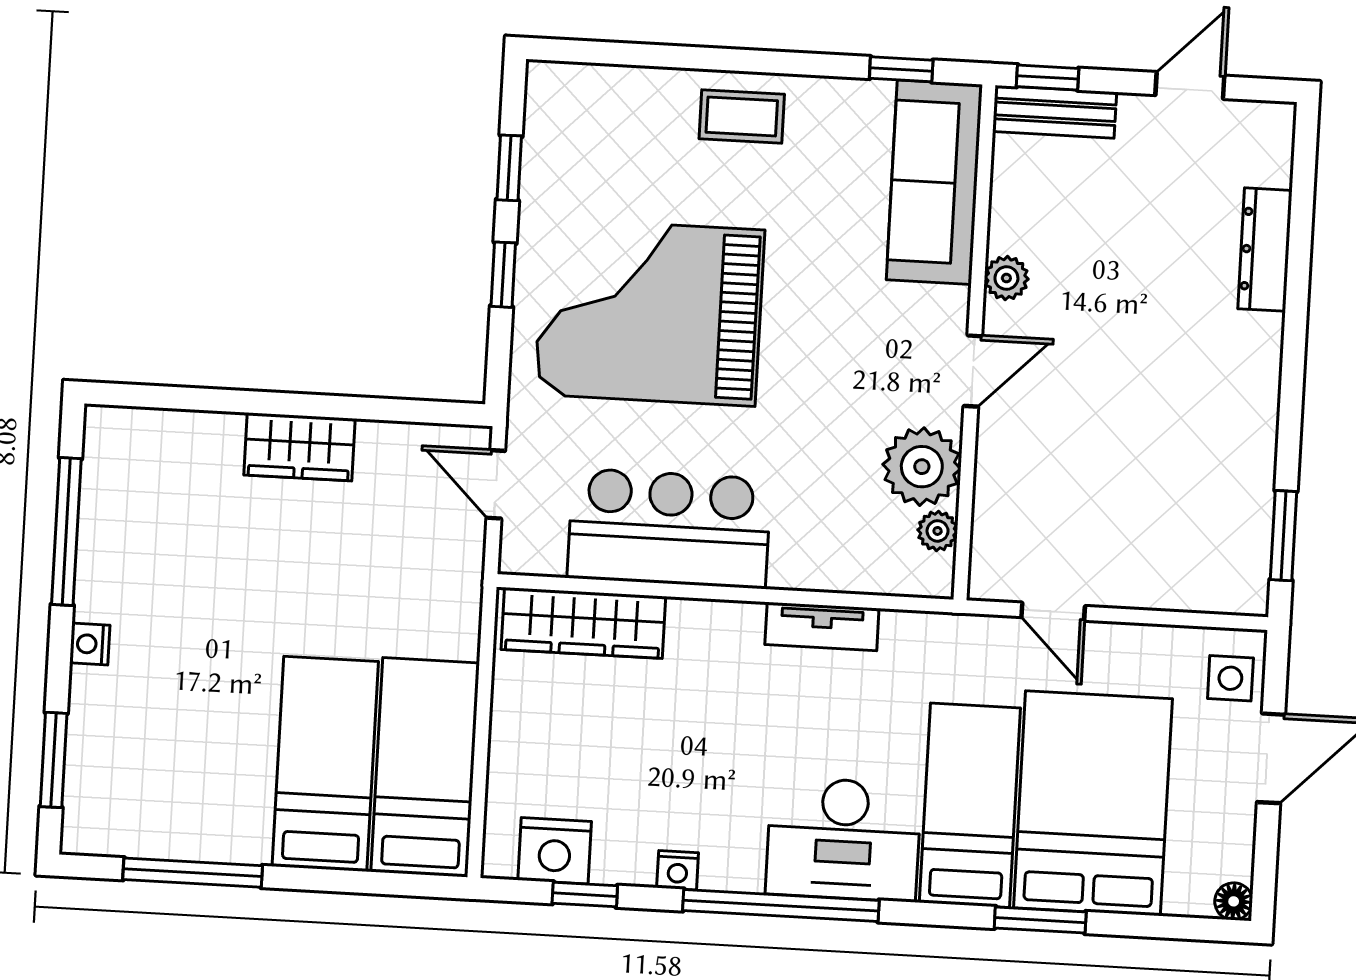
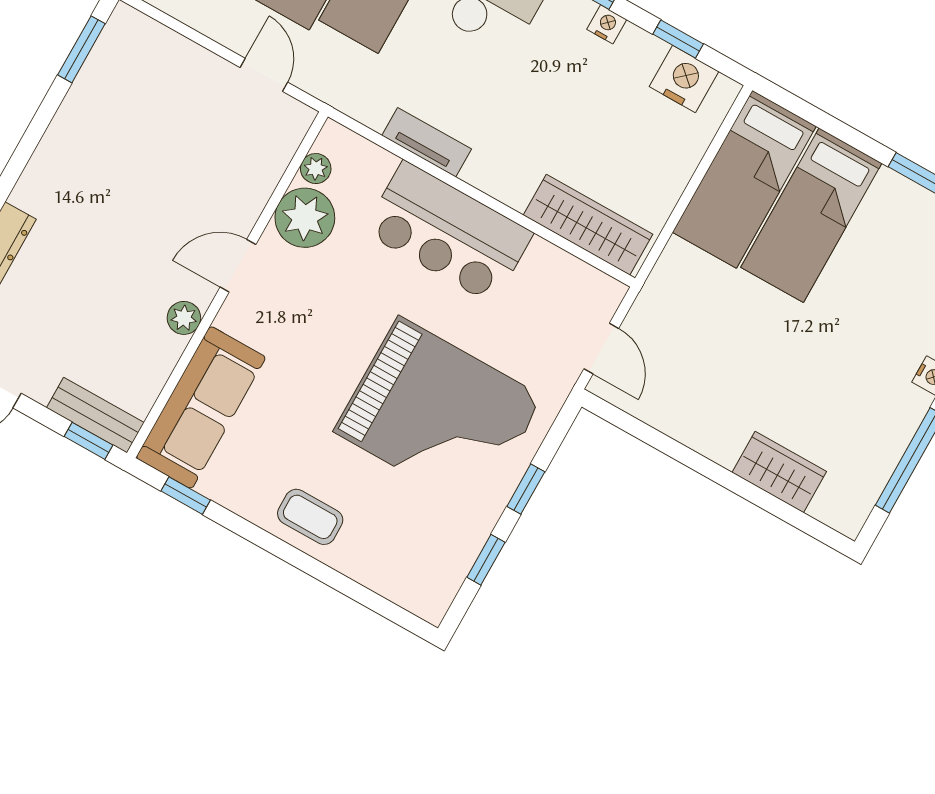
wardrobe: (300, 447) -> (779, 472), moved
bar counter: (669, 528) -> (448, 232), moved

